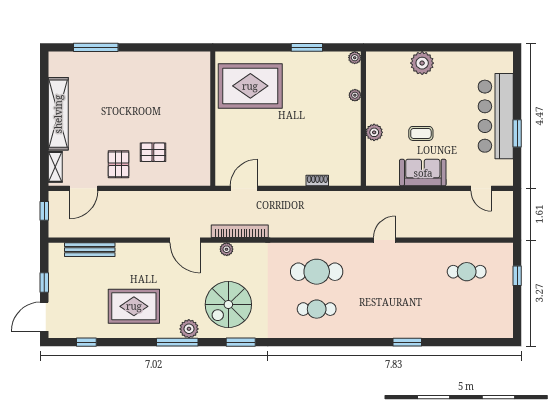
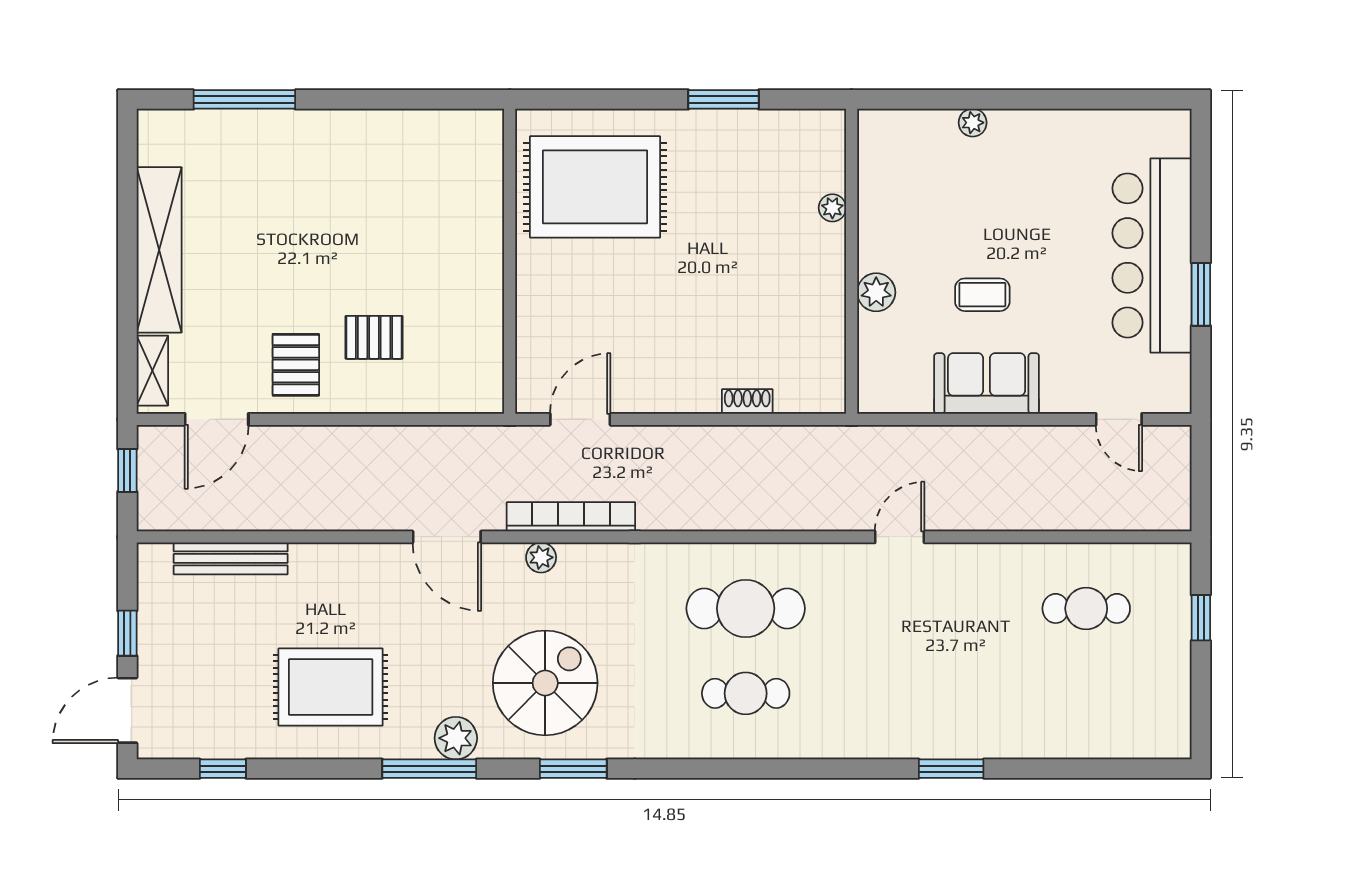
plant: (355, 58) -> (832, 123), removed
plant: (422, 63) -> (973, 123), width x0.53, depth x0.53
spiral stairs: (228, 304) -> (545, 683), turned 180

